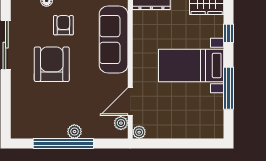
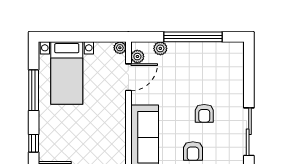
armchair: (52, 64) -> (204, 113), width x0.53, depth x0.53
bed with nightstands: (191, 65) -> (67, 73), moved, turned 90
plant: (74, 132) -> (160, 48), moved

